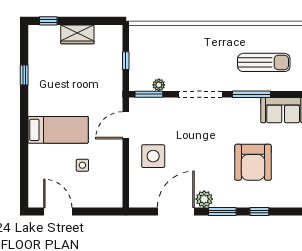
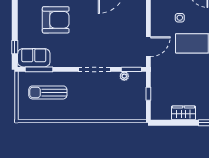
window: (252, 94) -> (39, 69), moved
side table: (153, 156) -> (128, 24), removed
armchair: (253, 162) -> (56, 20), turned 90

